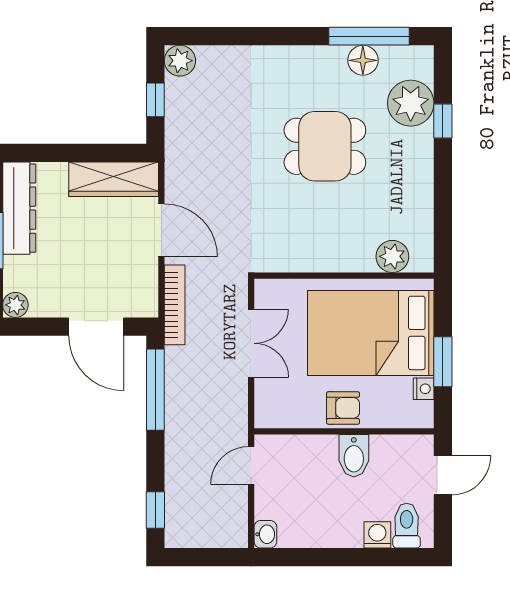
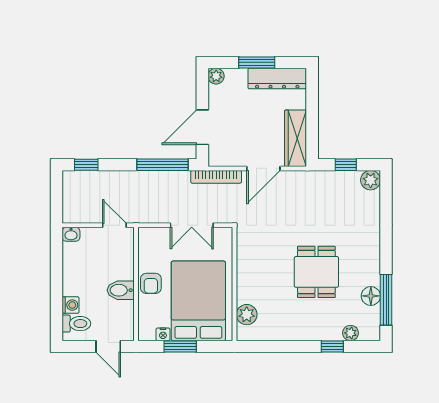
plant: (411, 103) -> (351, 333), width x0.53, depth x0.53

